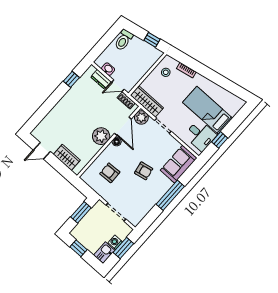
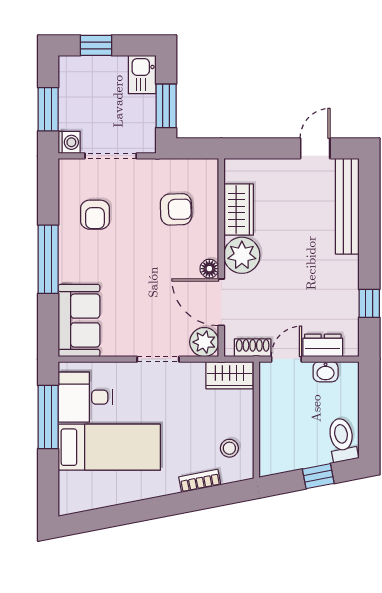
window: (152, 40) -> (318, 476), moved
wardrobe: (147, 102) -> (230, 375), width x0.67
bench: (49, 120) -> (347, 206), added
window: (220, 140) -> (48, 417), width x2.17
wardrobe: (67, 157) -> (239, 210), moved, turned -90
armchair: (144, 171) -> (95, 215), moved, turned -79
washing machine: (115, 242) -> (69, 142), moved
window: (79, 248) -> (96, 45), moved
kitchen sink: (104, 253) -> (142, 75), moved, turned 180

